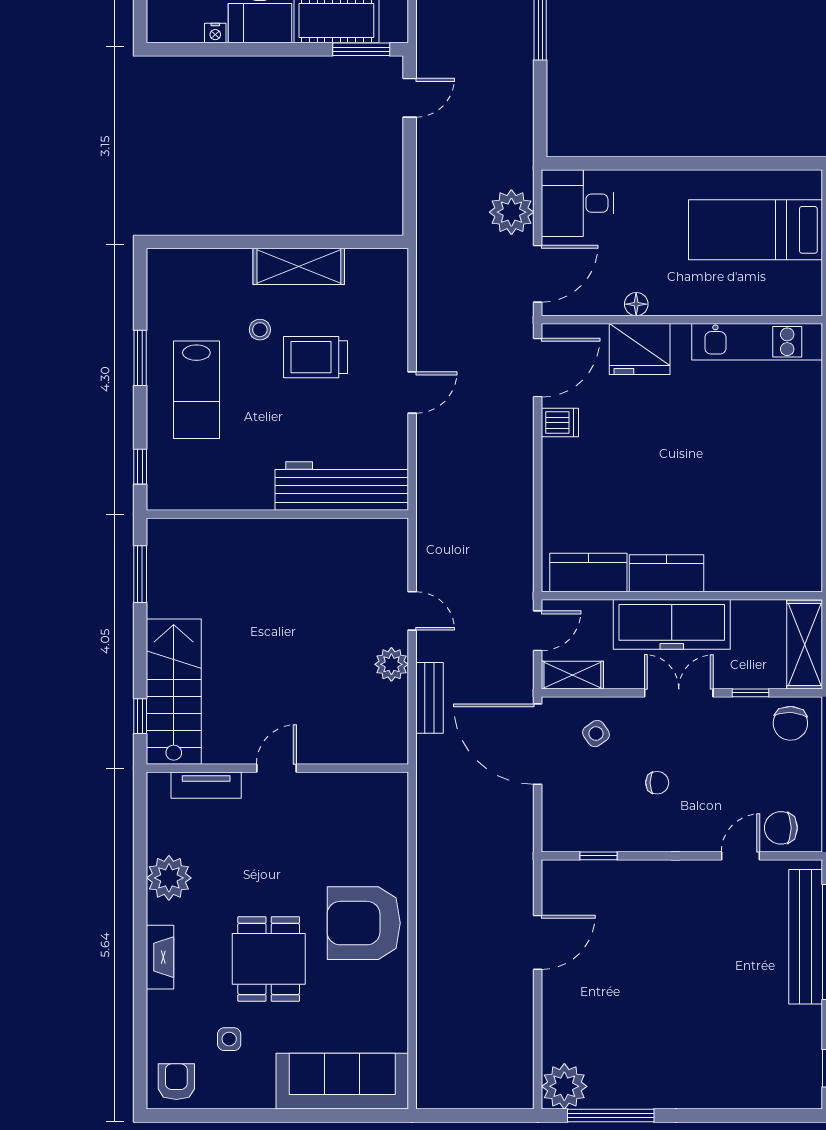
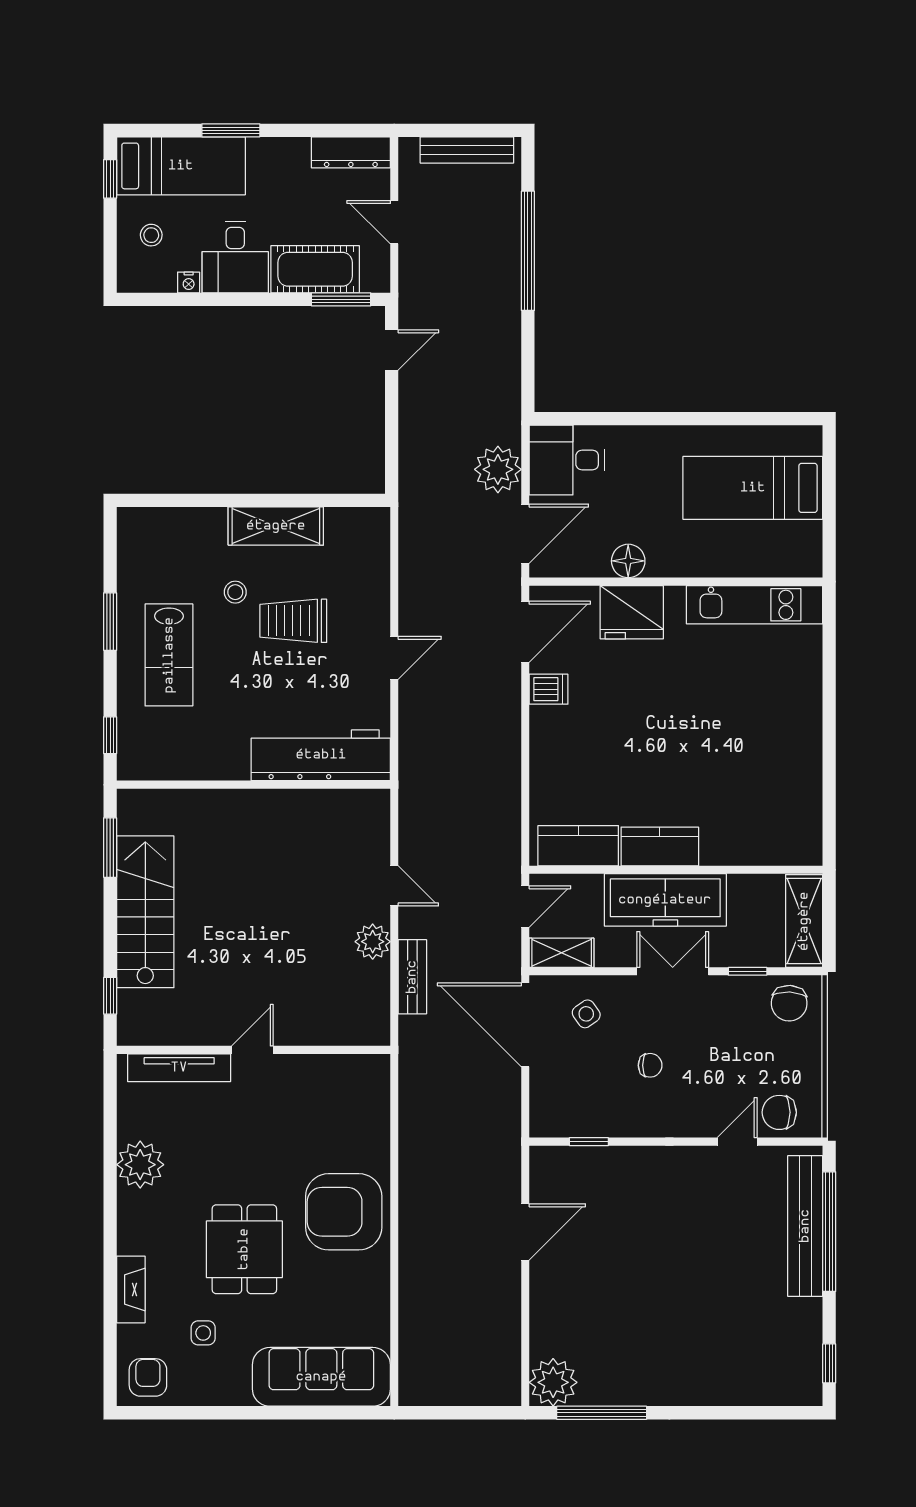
floor lamp: (636, 304) -> (628, 561), width x1.37, depth x1.37
stairs: (174, 692) -> (145, 912), moved
tv unit: (206, 785) -> (179, 1068), width x1.41
fireplace: (160, 957) -> (131, 1289), moved

